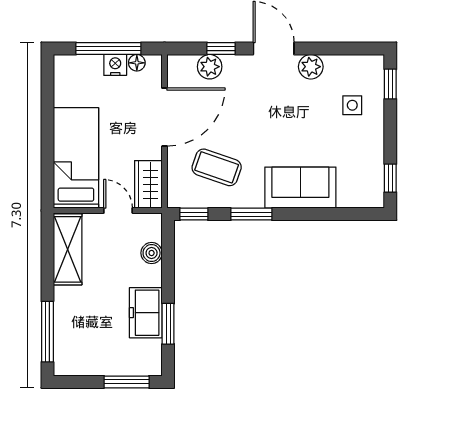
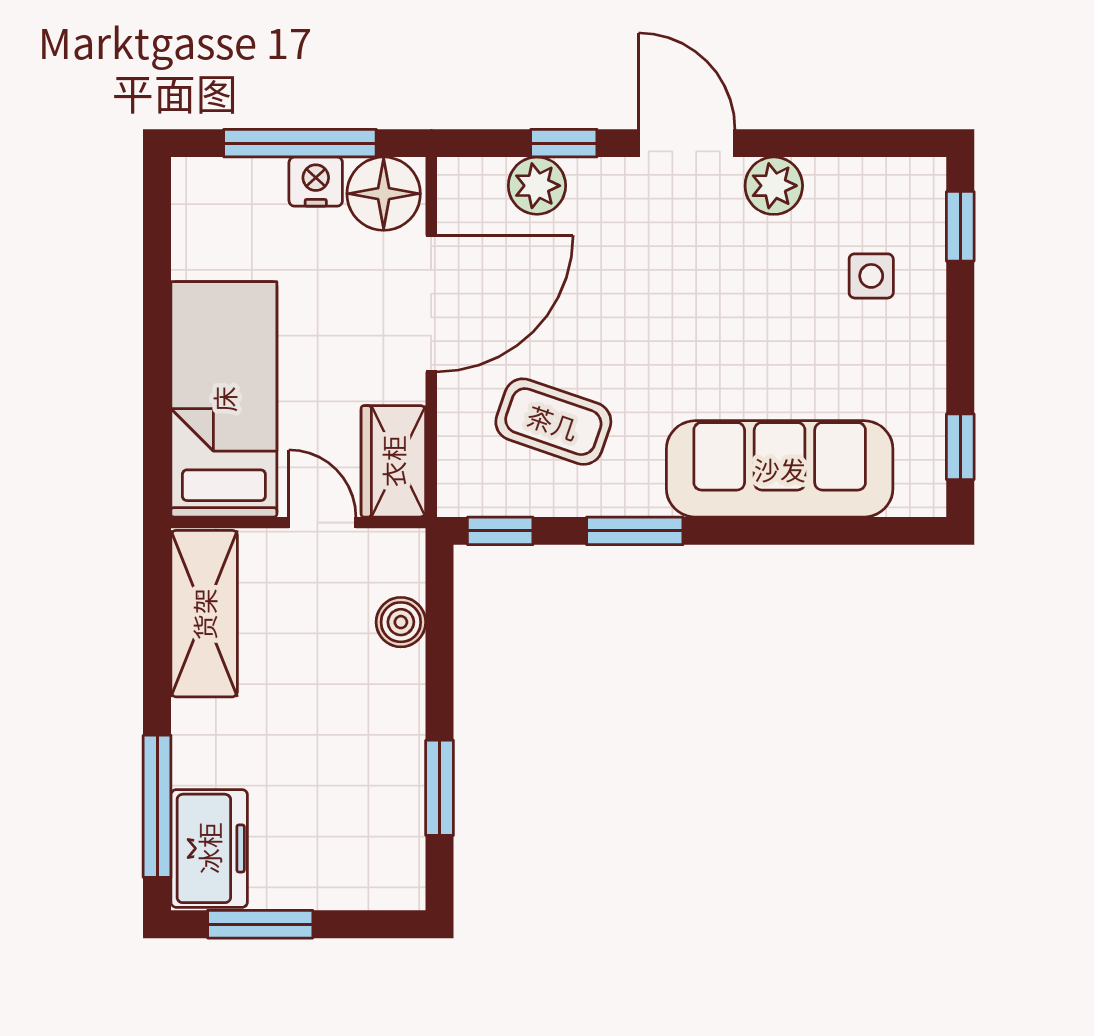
floor lamp: (137, 63) -> (384, 194), width x1.89, depth x1.89
sofa: (300, 188) -> (780, 469), width x1.36
freezer: (146, 313) -> (209, 848), moved, turned 180
window: (127, 382) -> (260, 924), moved

